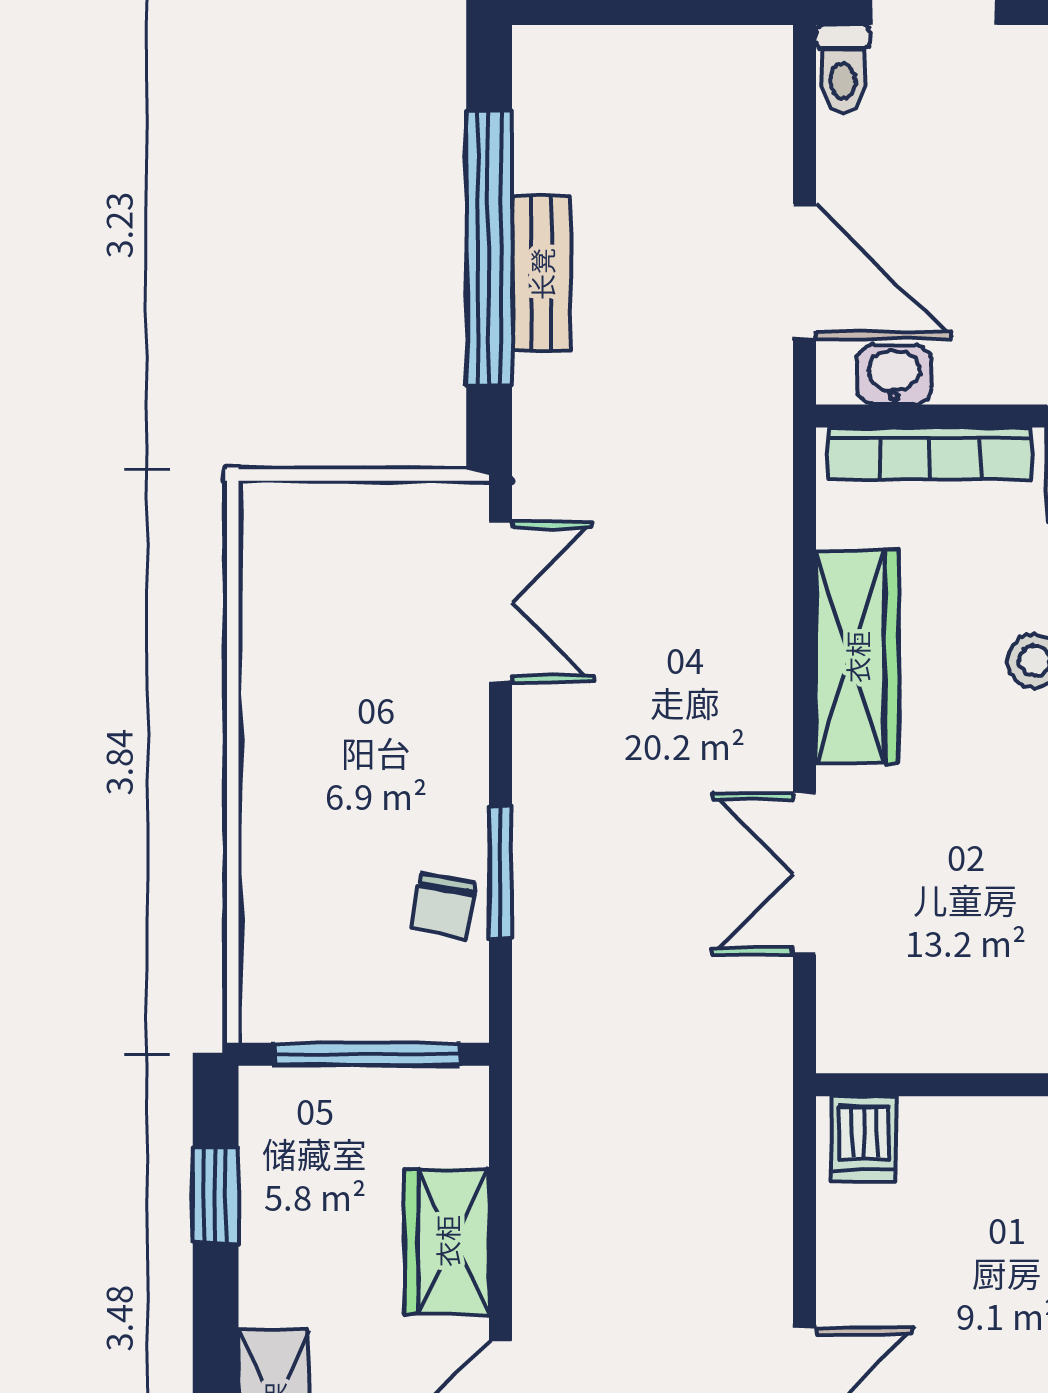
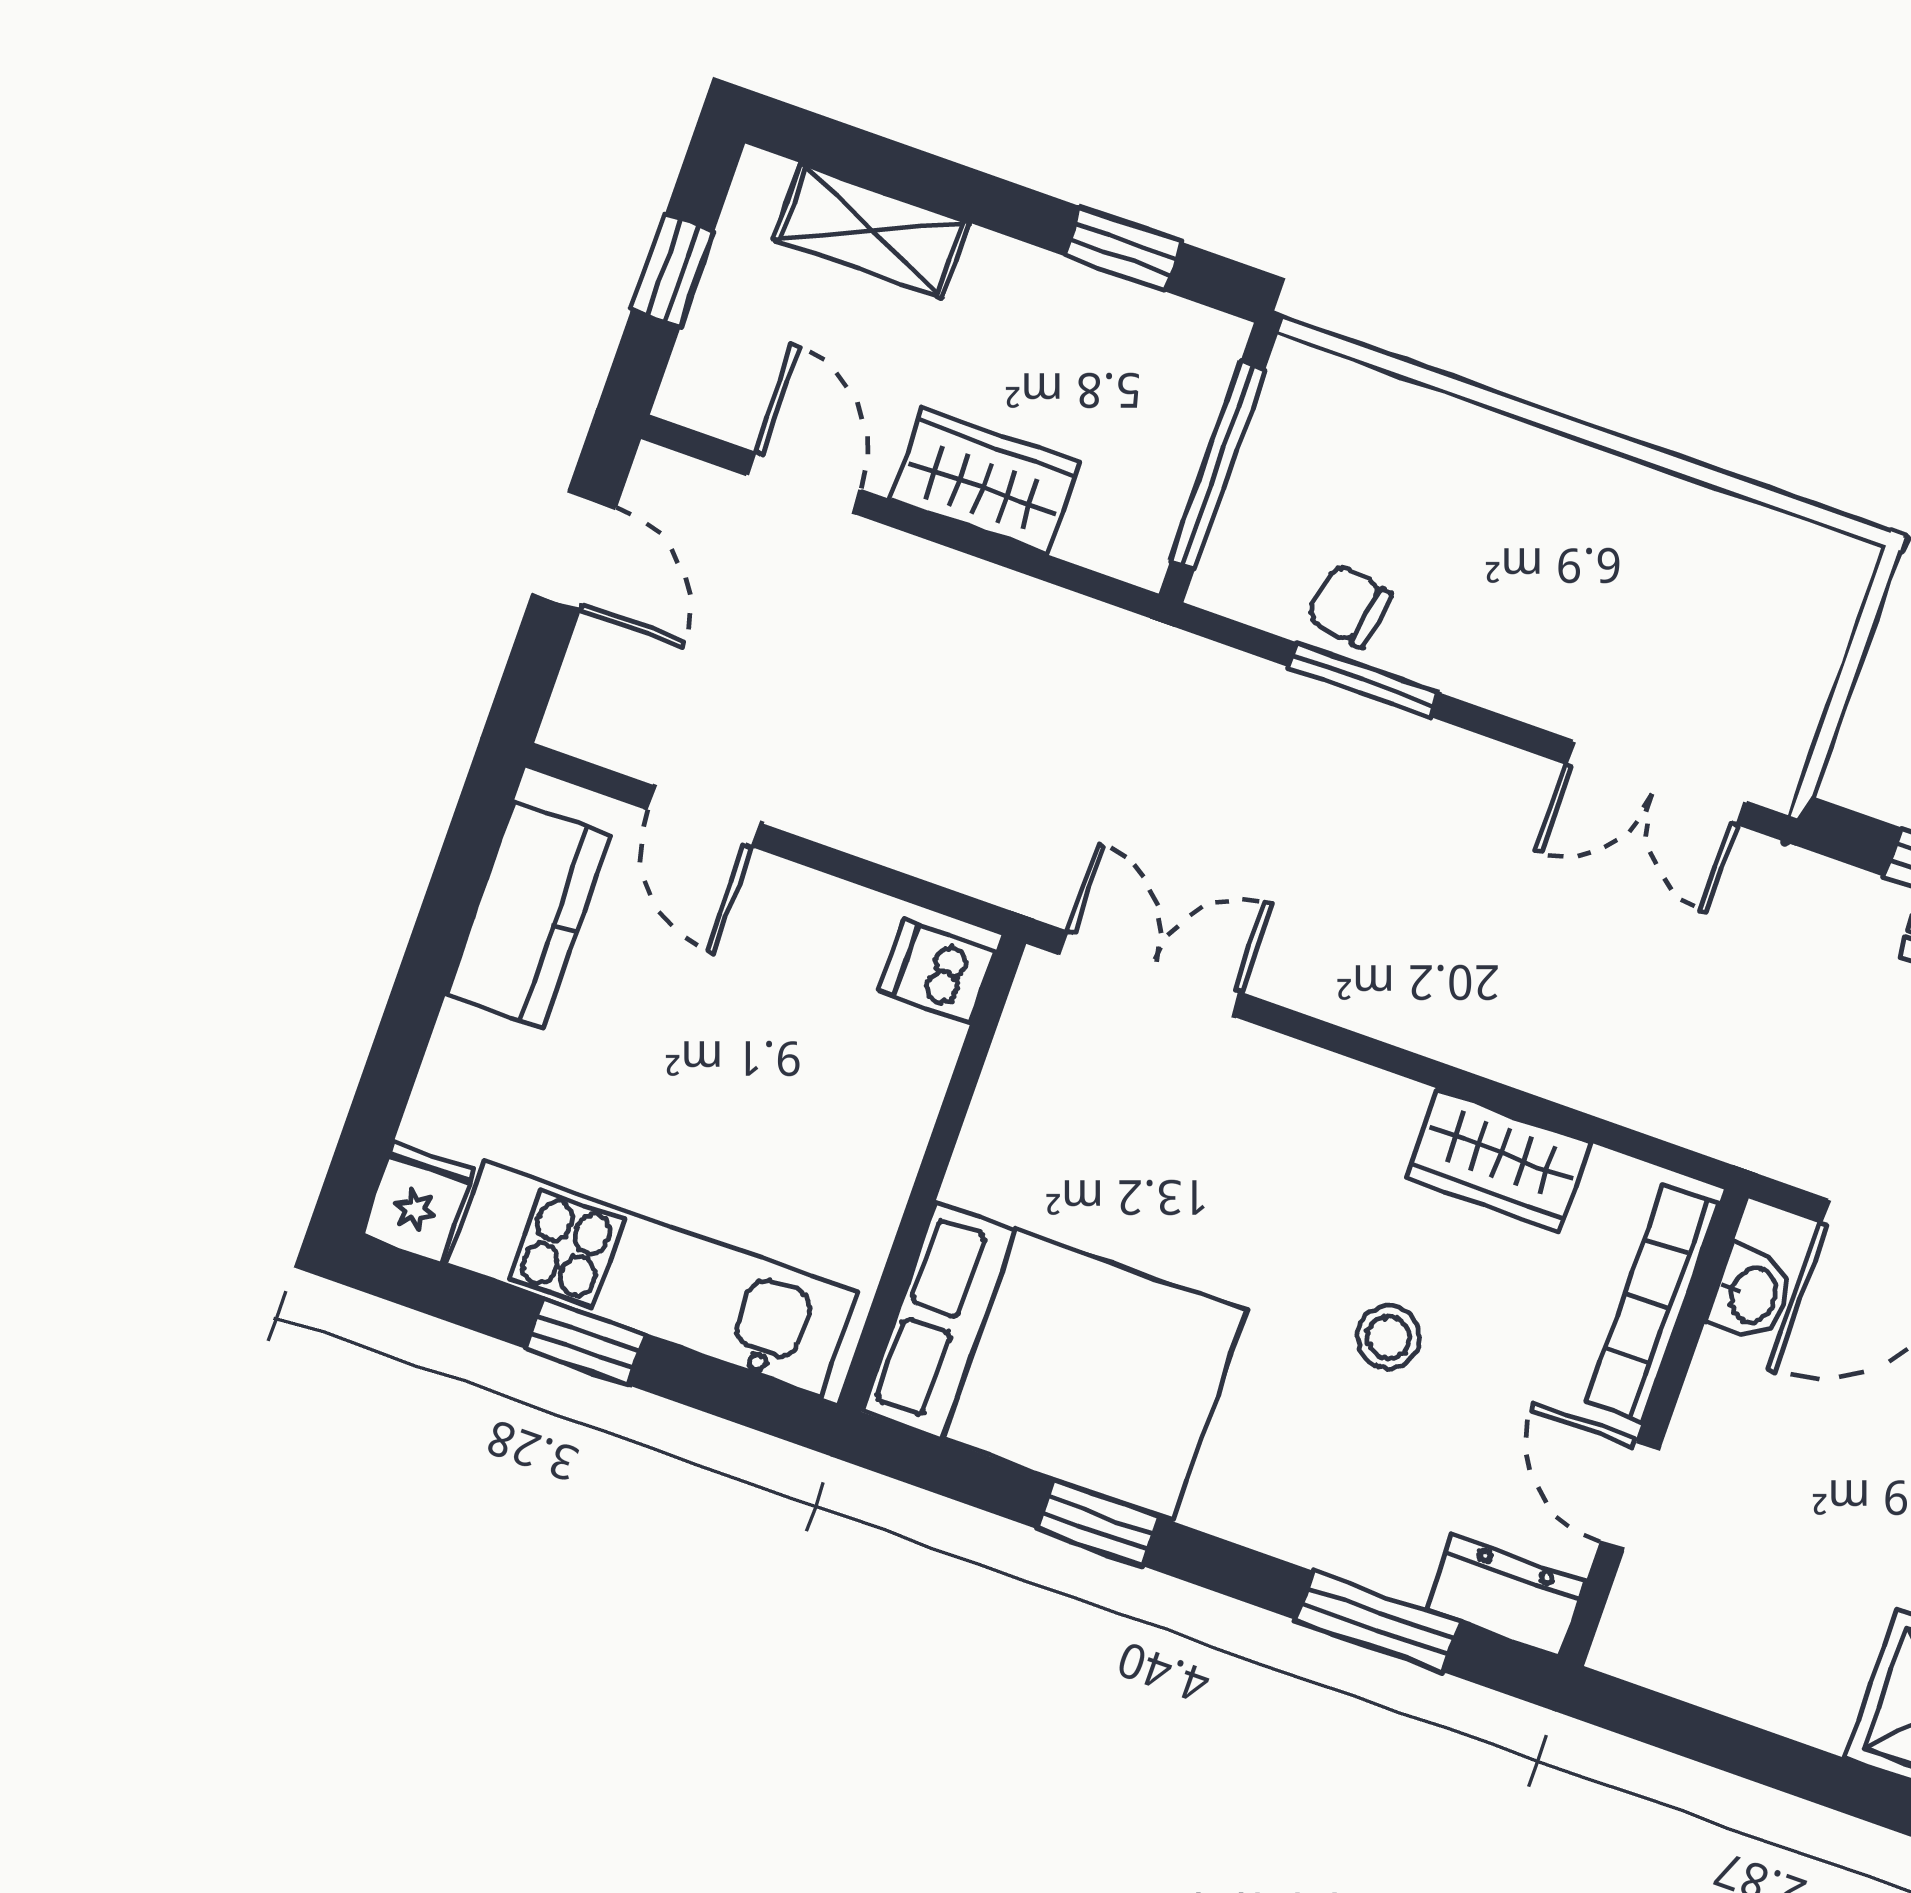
wardrobe: (857, 657) -> (1499, 1160), width x0.67
double door: (804, 874) -> (1150, 974), moved

